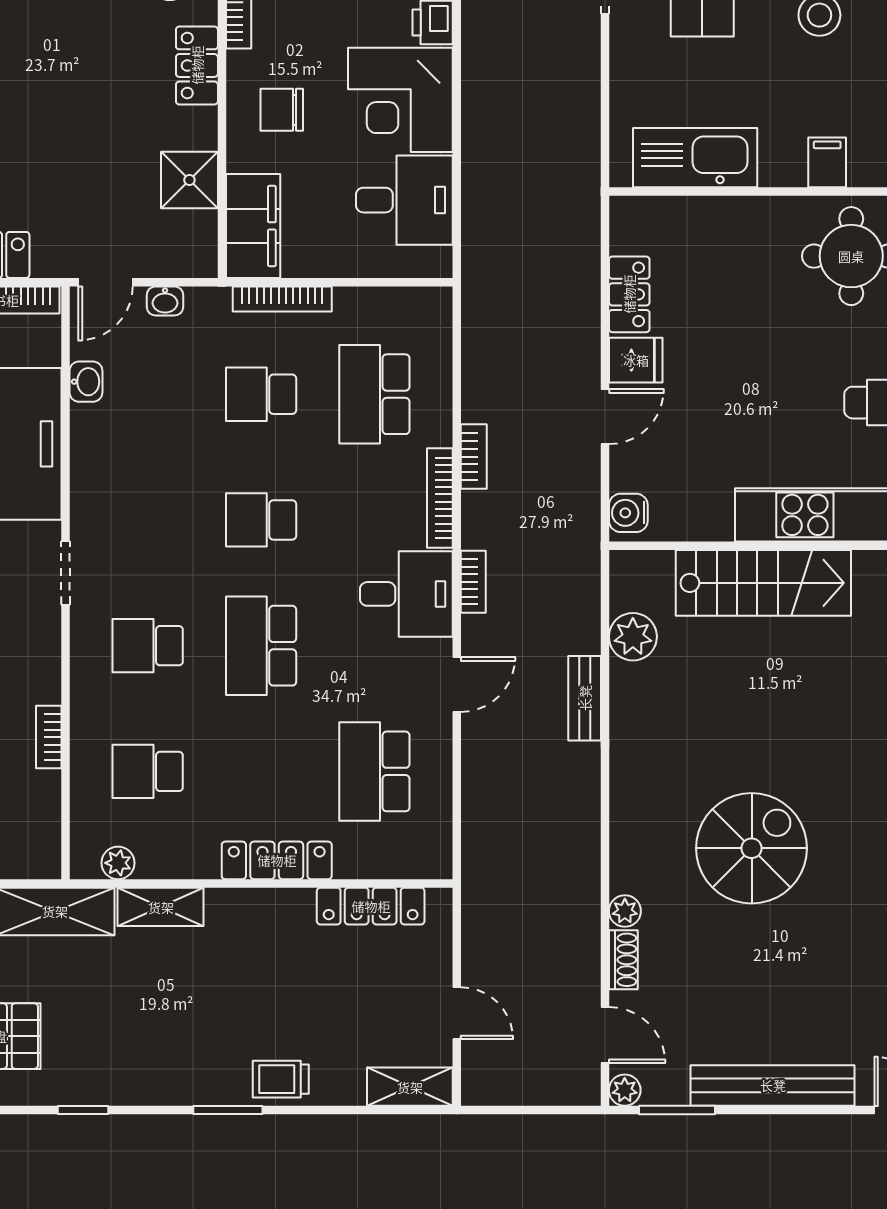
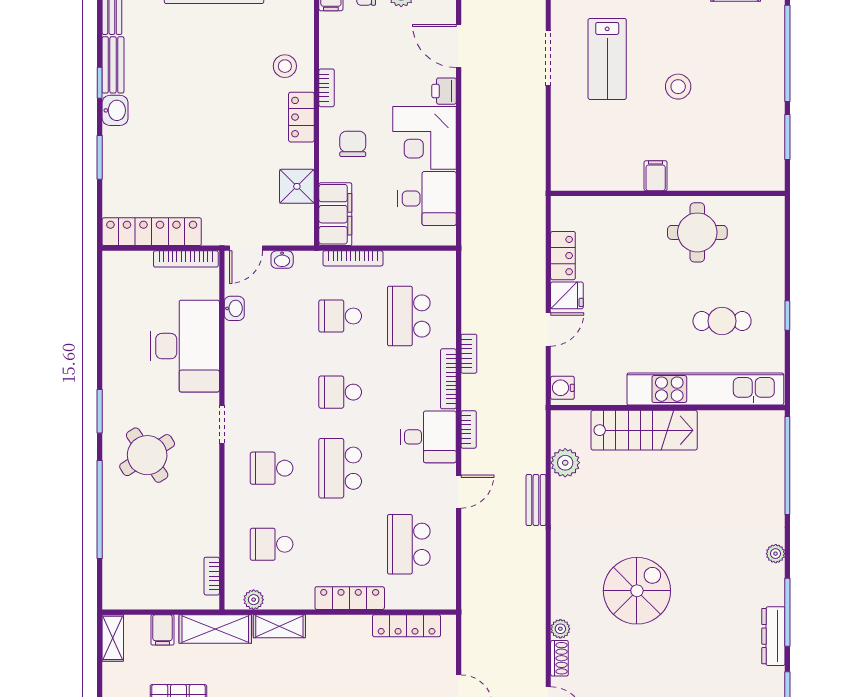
chair: (282, 110) -> (353, 144), turned 90
kitchen sink: (695, 158) -> (603, 173), removed
filing cabinet: (827, 162) -> (656, 176), moved
bookcase: (49, 737) -> (212, 576), moved

